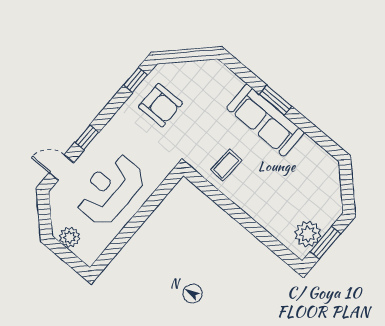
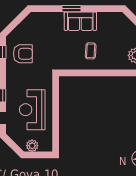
sofa: (265, 120) -> (80, 21), width x0.73
coffee table: (226, 165) -> (91, 51), moved

